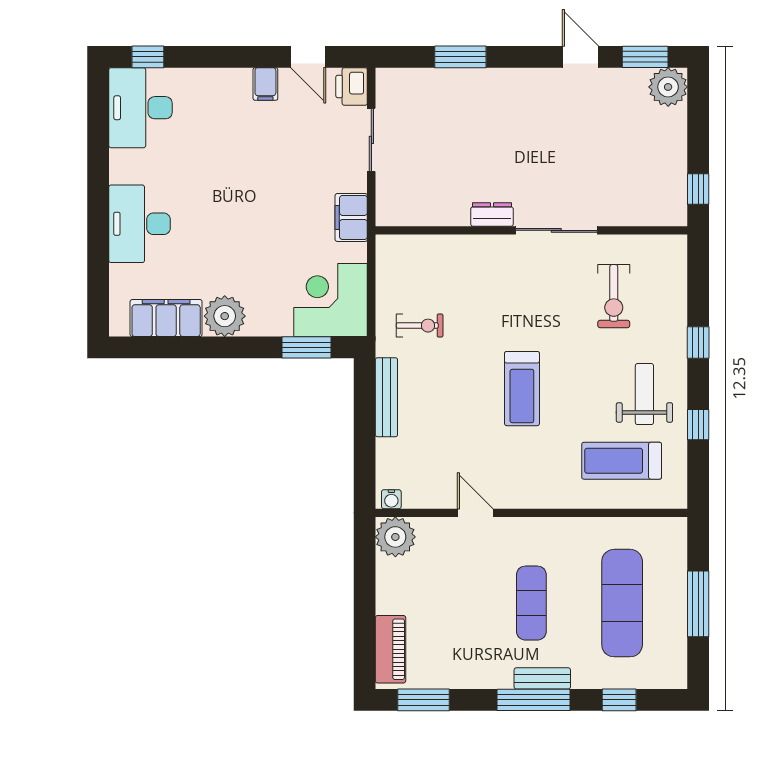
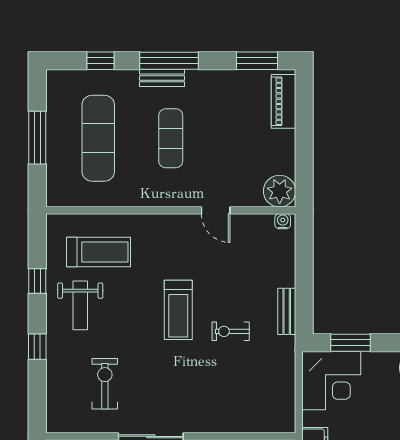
exercise bike: (420, 326) -> (231, 331), moved
treadmill: (522, 389) -> (178, 310), turned 180
bench: (386, 397) -> (287, 311), width x0.73

